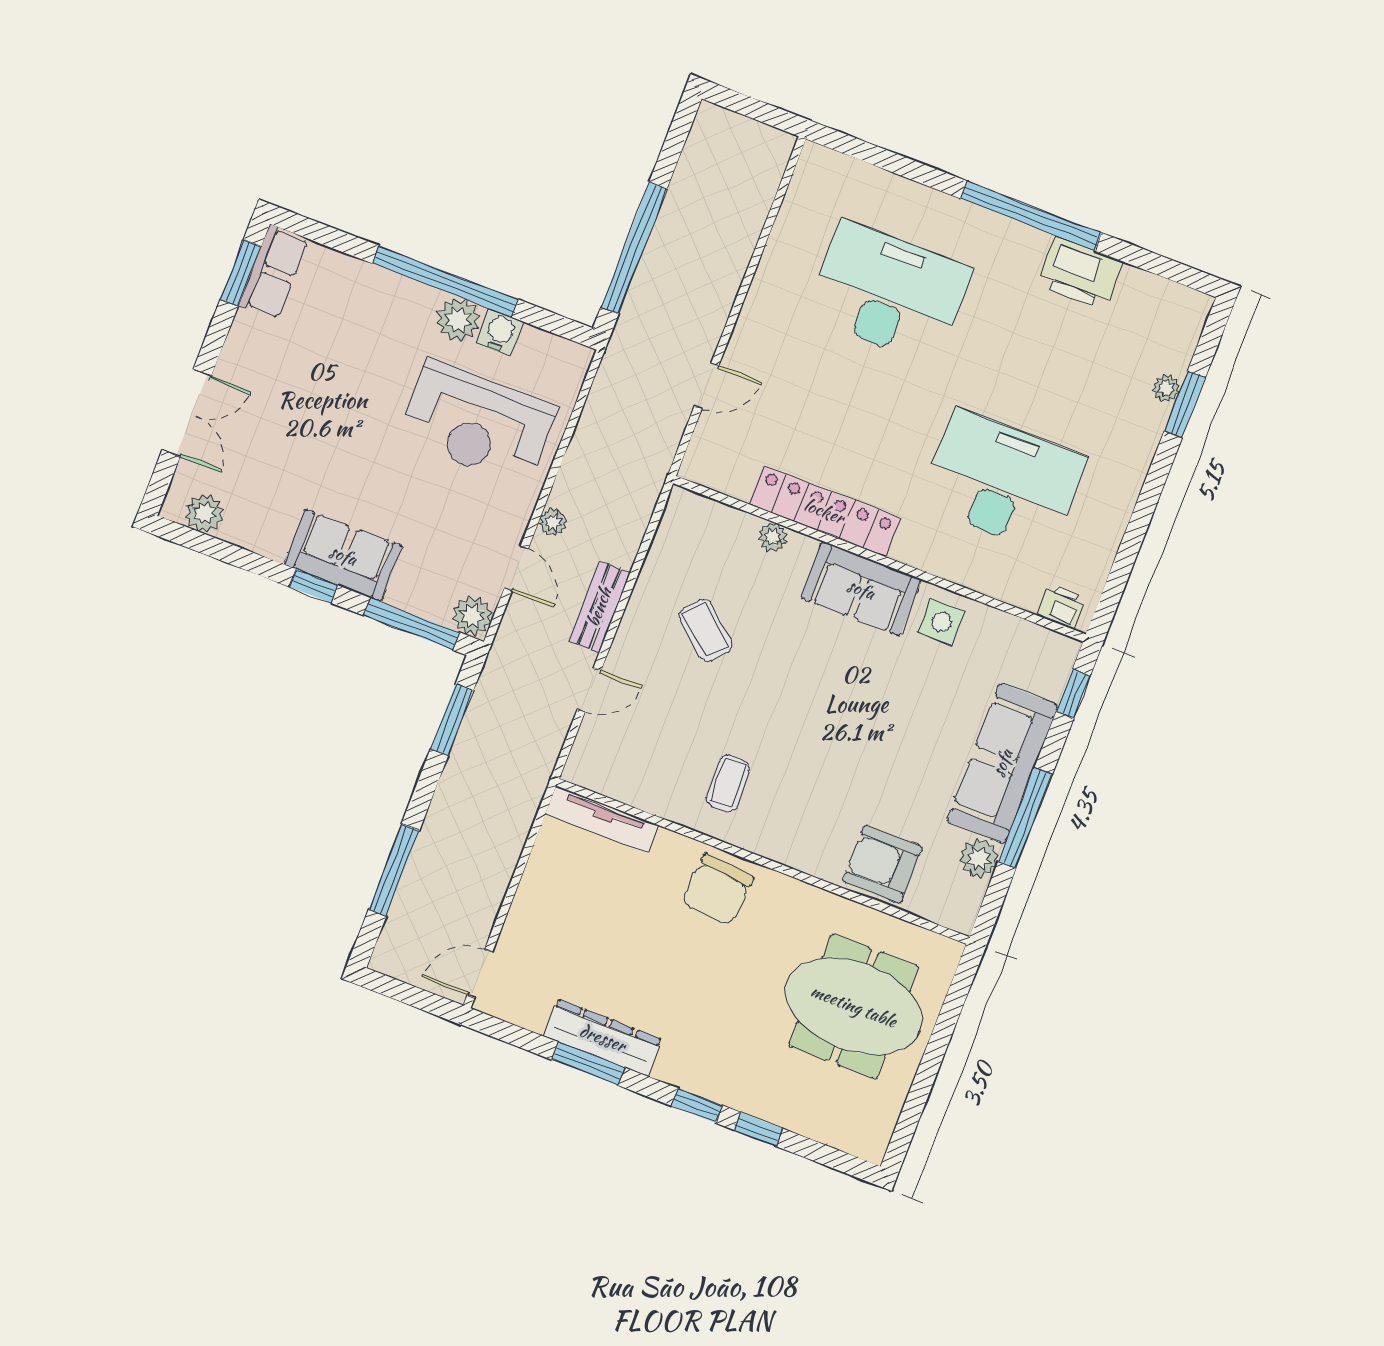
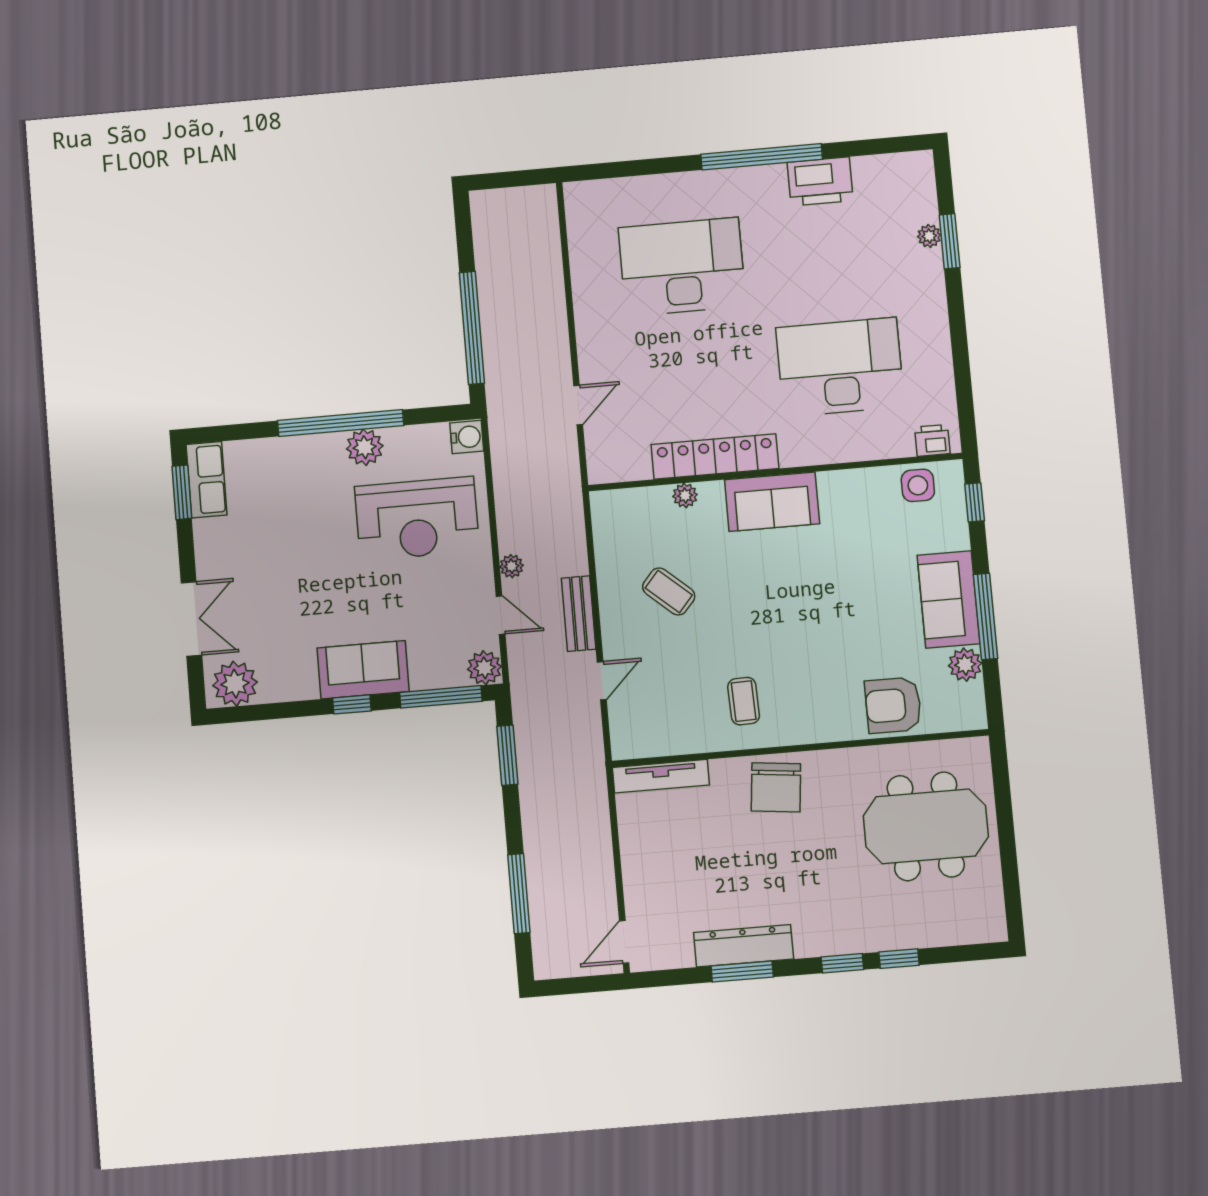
water cooler: (500, 332) -> (467, 437), moved, turned 90
plant: (204, 513) -> (235, 684), width x1.36, depth x1.36
side table: (942, 622) -> (918, 485), moved
sofa: (1002, 763) -> (949, 599), width x0.73

